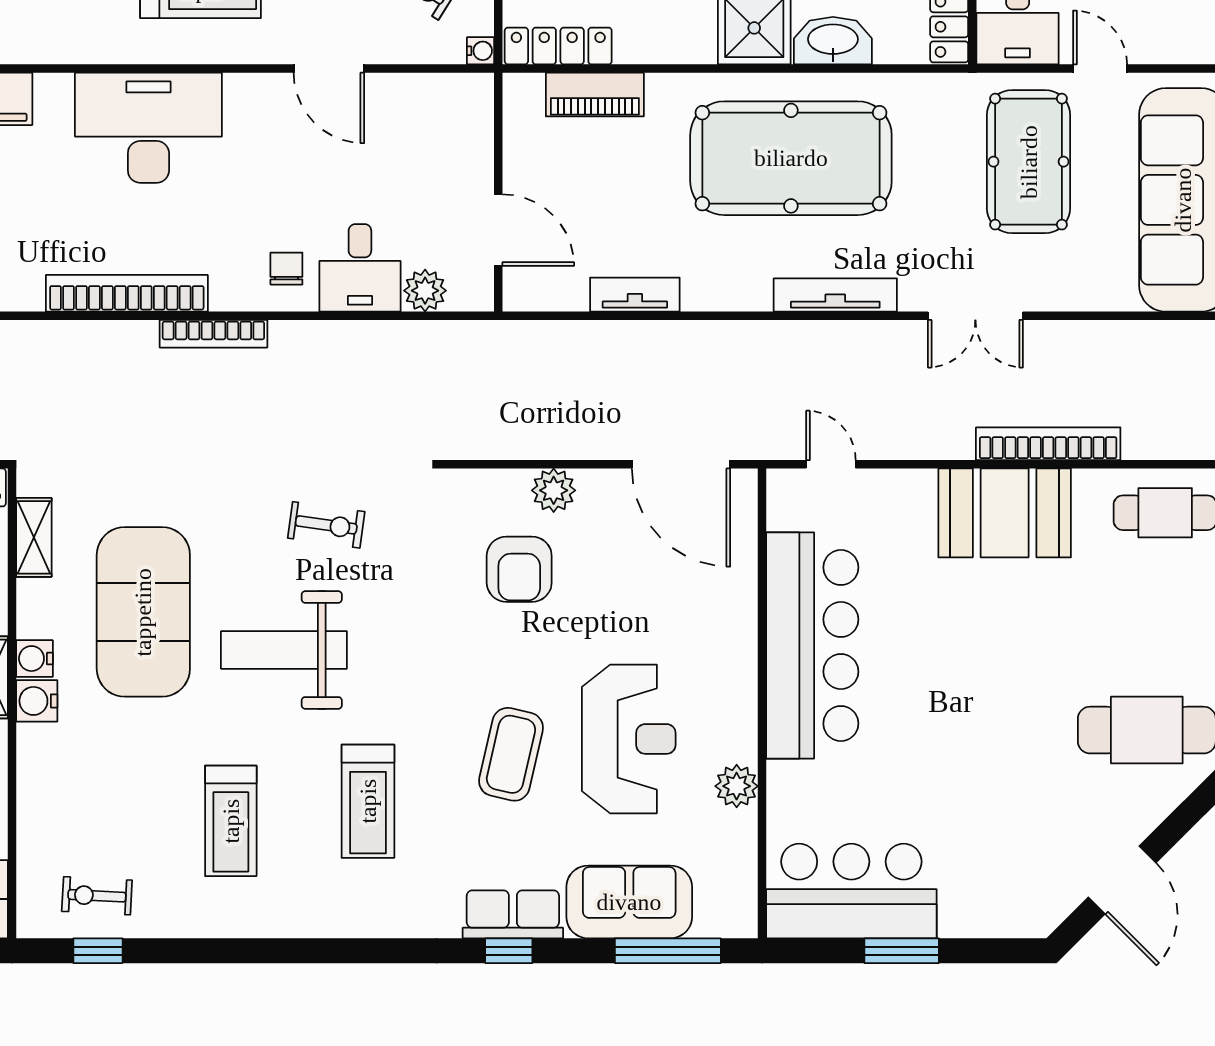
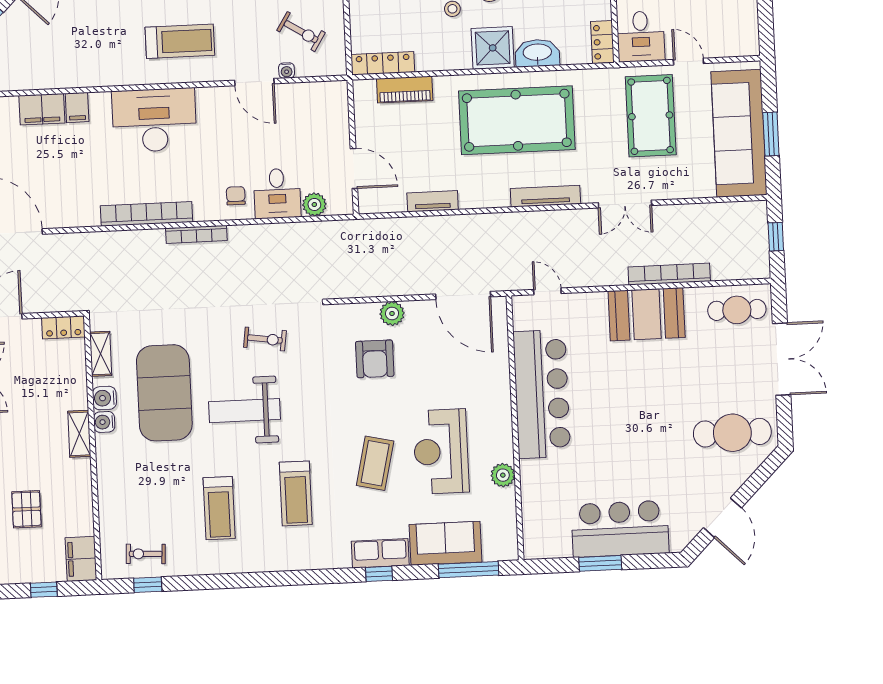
water cooler: (481, 51) -> (287, 70), moved, turned 90
water cooler: (37, 701) -> (104, 398), moved
reception desk: (629, 739) -> (441, 451), turned 180
bar counter: (851, 891) -> (620, 529), moved

